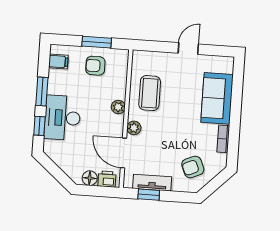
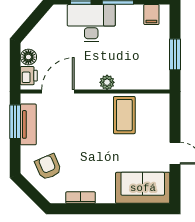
armchair: (95, 66) -> (150, 55), removed
coffee table: (150, 93) -> (124, 115), turned 90
sofa: (217, 98) -> (143, 188), moved
plant: (134, 128) -> (86, 101), removed
window: (149, 195) -> (15, 122), width x1.50

